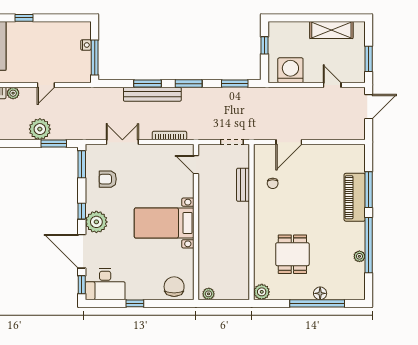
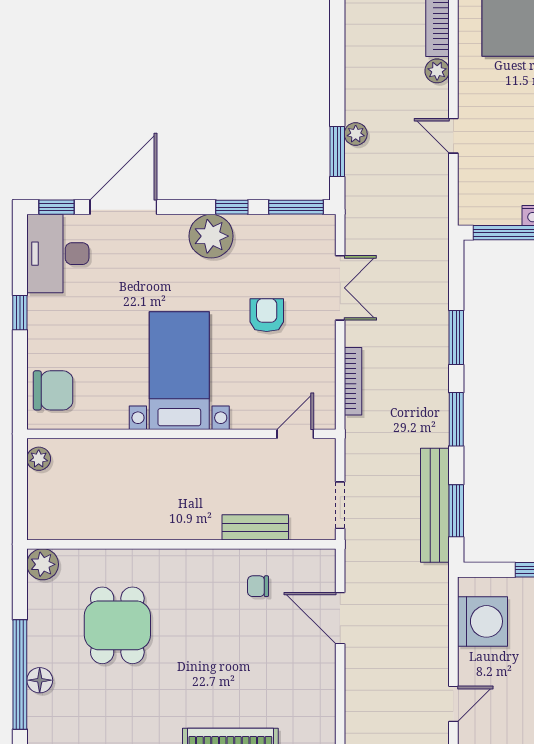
bench: (152, 94) -> (435, 505), moved
plant: (40, 129) -> (356, 134), width x0.53, depth x0.53
armchair: (108, 179) -> (267, 315), moved
window: (82, 211) -> (232, 207), moved
plant: (96, 222) -> (211, 236), moved
dining table: (292, 254) -> (117, 625), turned 90

